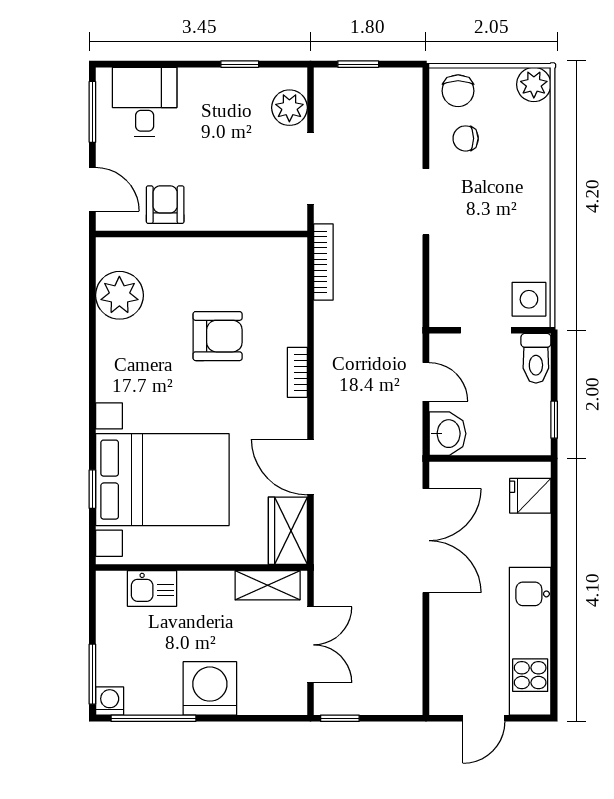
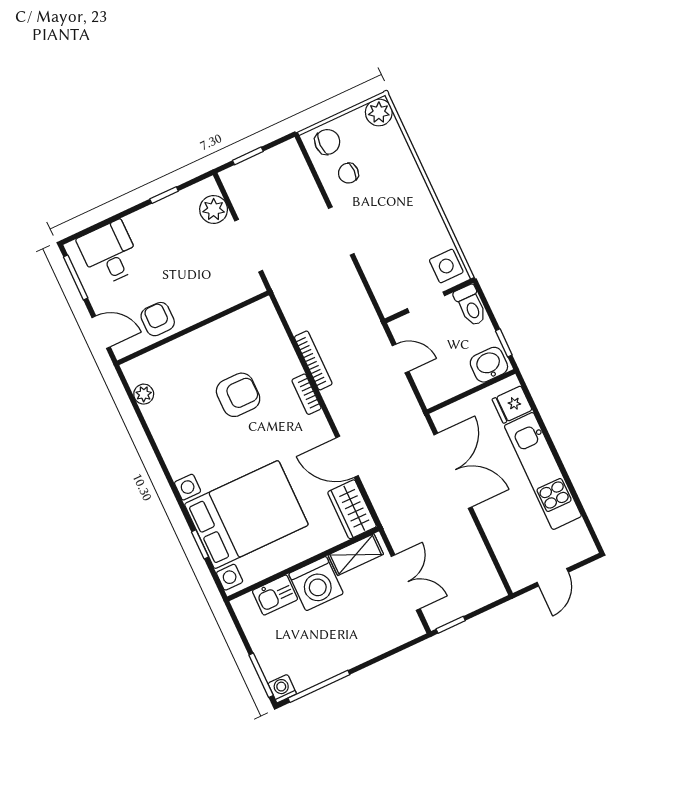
chair: (458, 91) -> (327, 142), turned -90
bookcase: (323, 262) -> (313, 360), moved
plant: (119, 295) -> (144, 394), width x0.53, depth x0.53
washbasin: (448, 434) -> (489, 365), moved, turned -90
kitchen unit: (530, 641) -> (543, 471), moved
washing machine: (210, 688) -> (316, 584), moved, turned 180

